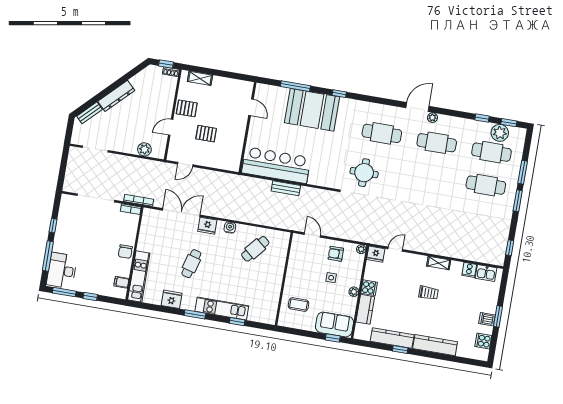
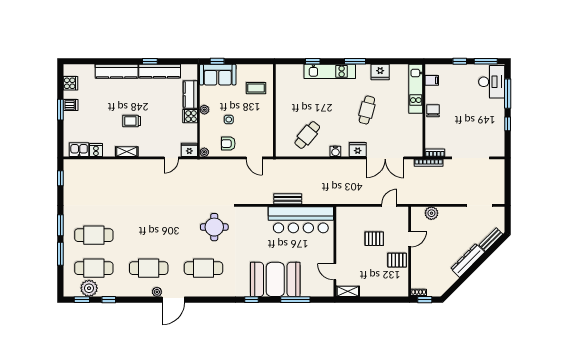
shelving: (200, 78) -> (348, 291), moved
armchair: (336, 254) -> (228, 144), turned 180

